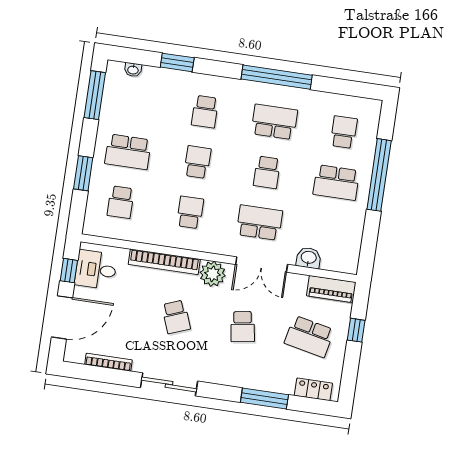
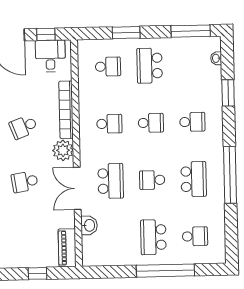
school desk: (205, 112) -> (192, 122), turned 180
school desk: (121, 202) -> (108, 67), turned 180
school desk: (309, 337) -> (26, 237), removed

